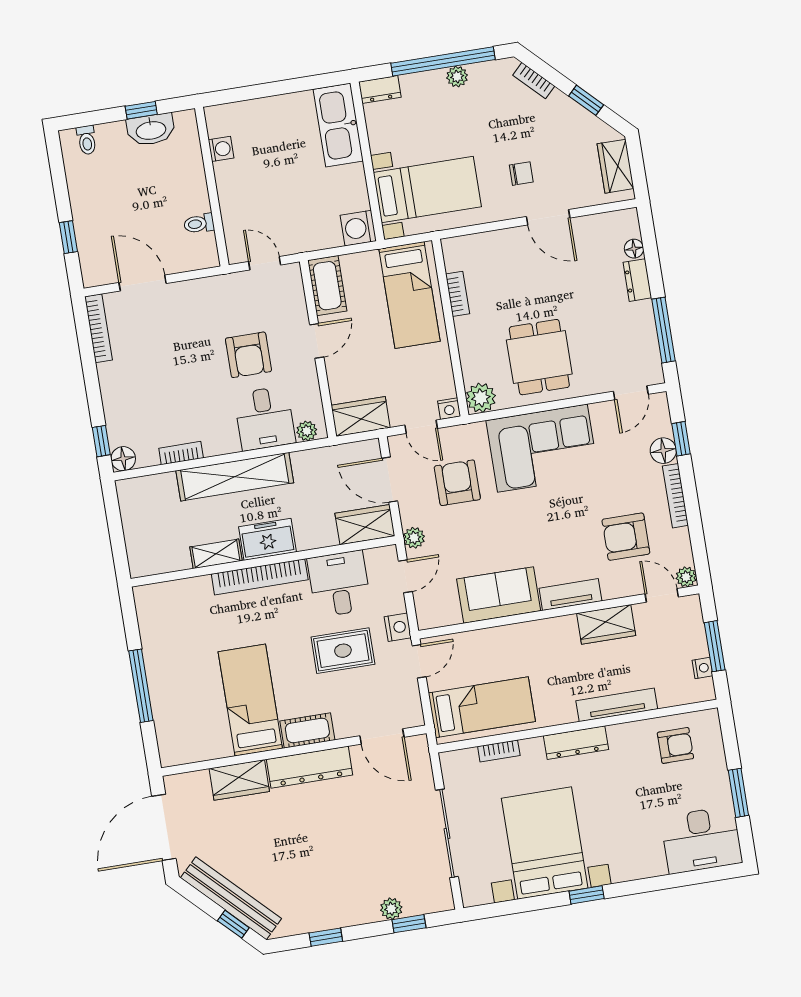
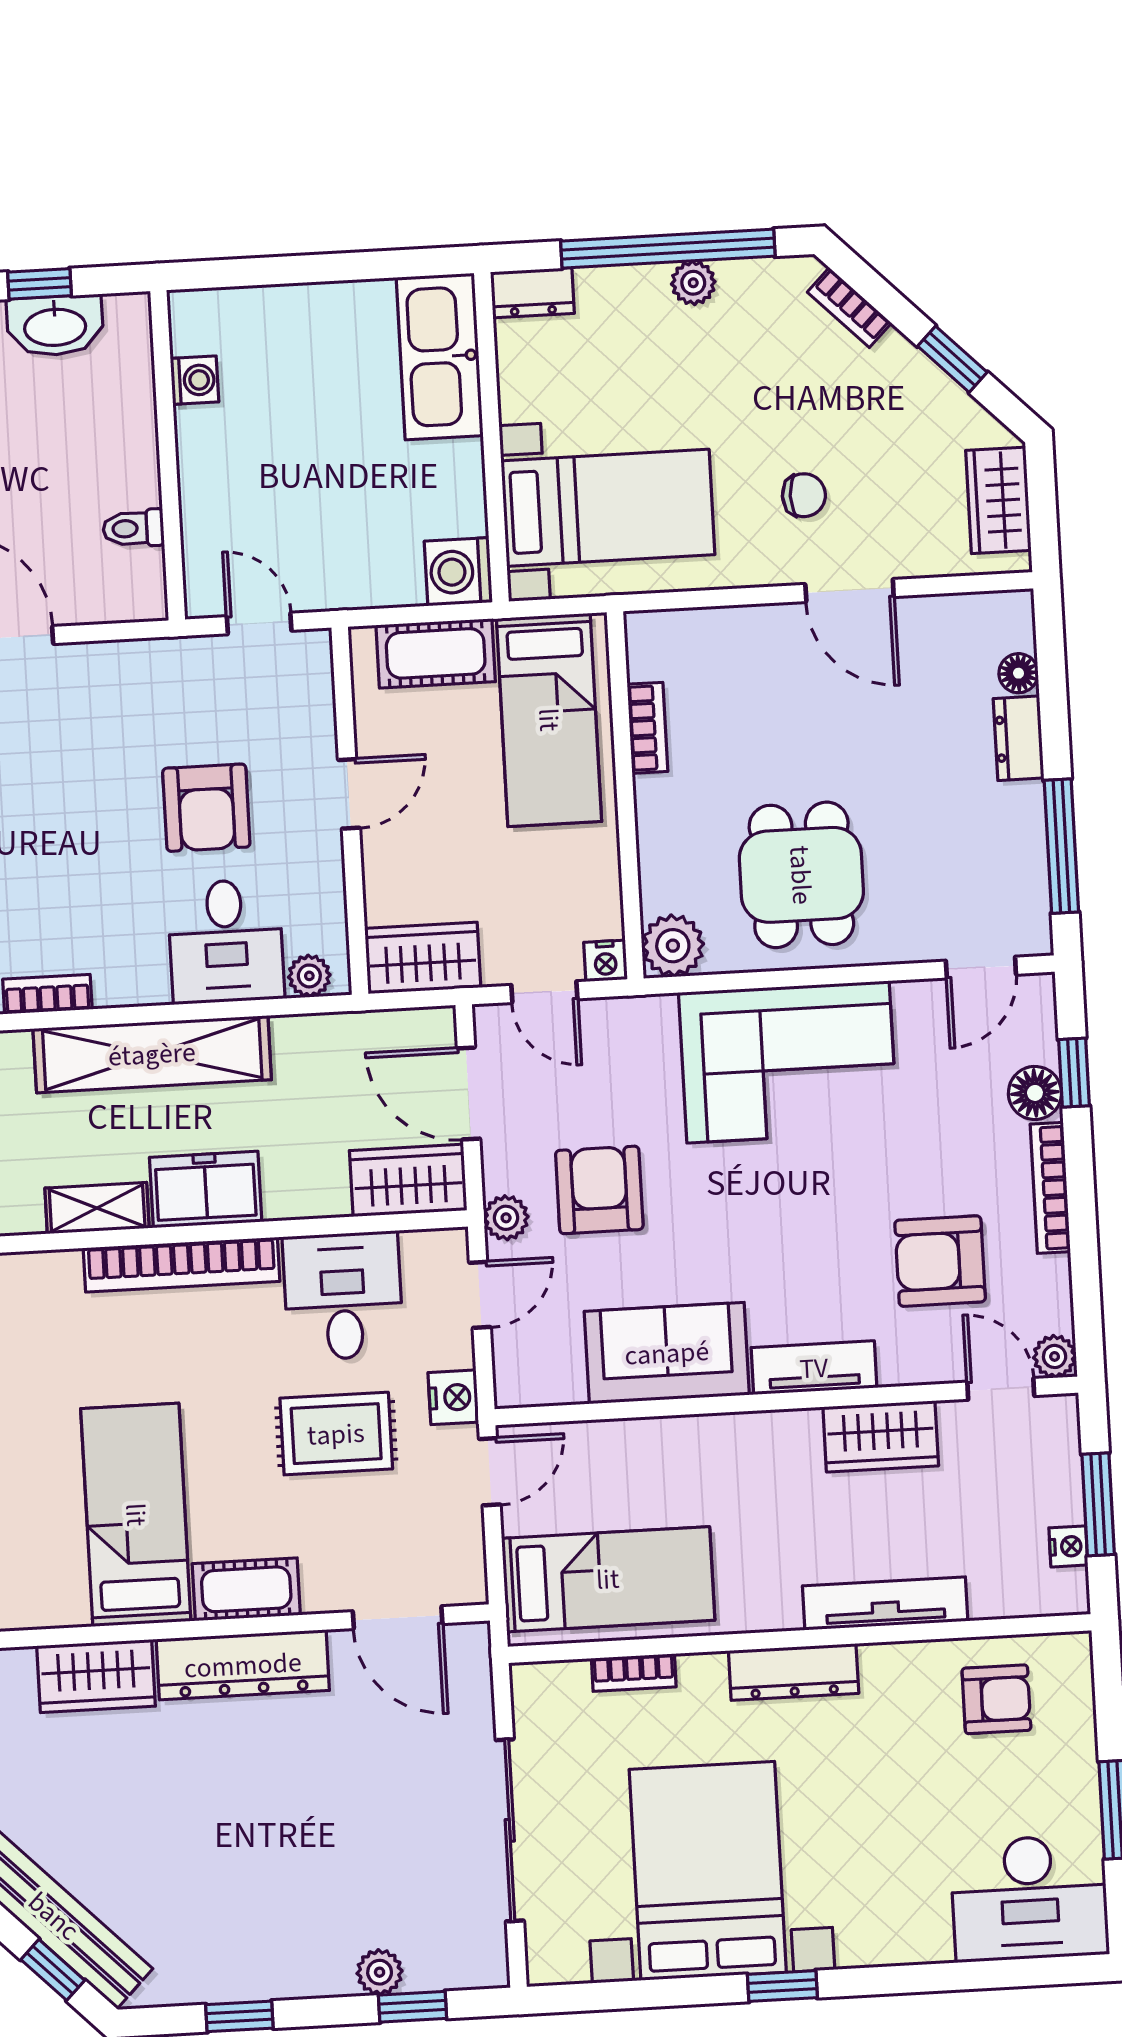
cot: (327, 286) -> (436, 653), moved, turned 90
armchair: (457, 483) -> (599, 1190), moved

